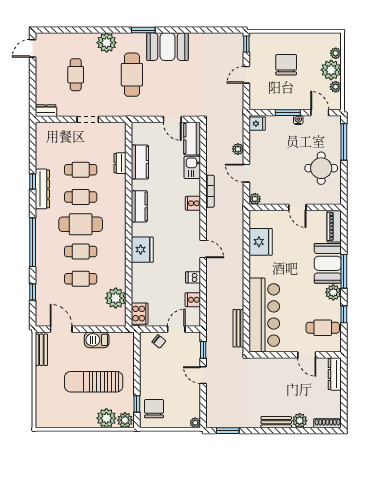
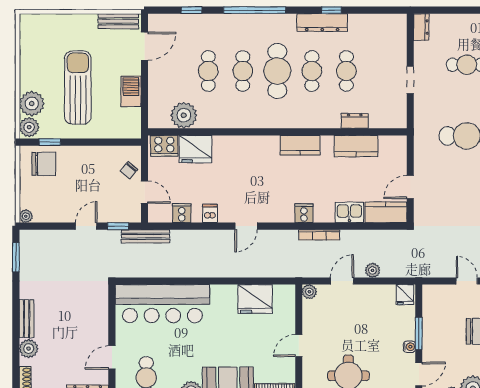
fridge: (142, 250) -> (195, 149), moved
bench: (238, 328) -> (145, 236), moved

